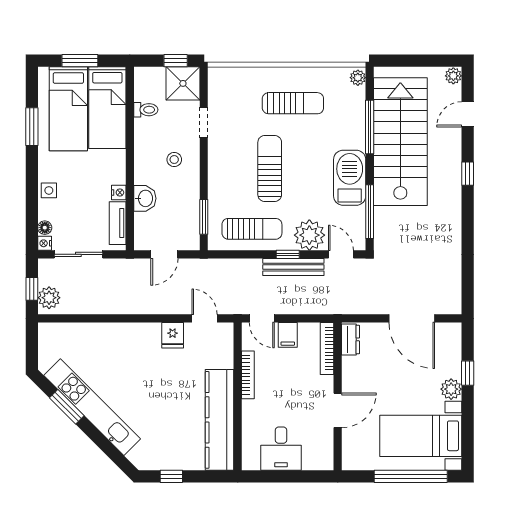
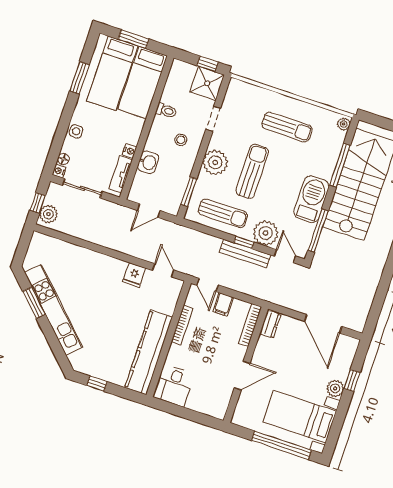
toilet: (146, 110) -> (166, 111), moved
plant: (223, 172) -> (215, 162), added
desk: (281, 449) -> (174, 386), moved

